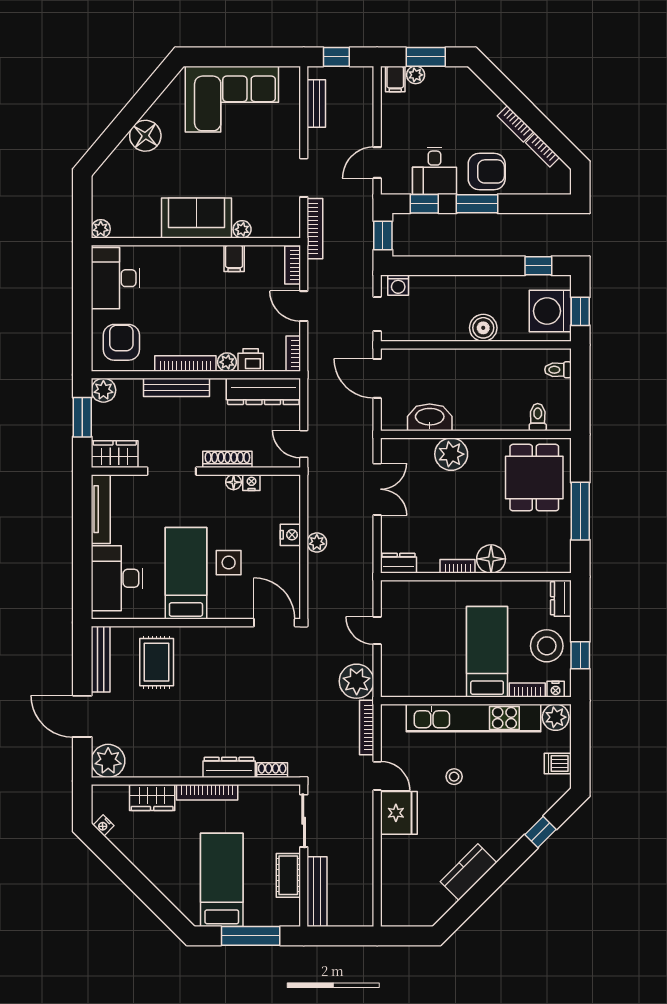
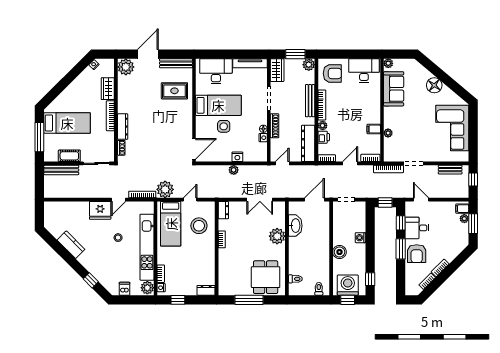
sofa: (197, 218) -> (394, 89), moved
washing machine: (398, 285) -> (361, 238), moved
dining table: (534, 478) -> (266, 277), turned 90
floor lamp: (491, 559) -> (225, 256), removed
stool: (547, 646) -> (199, 226), moved
bed: (487, 652) -> (171, 224), moved, turned 90

